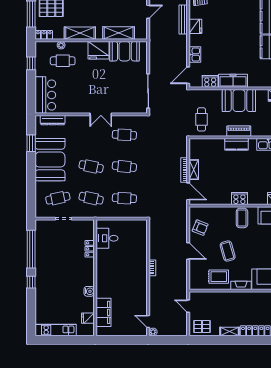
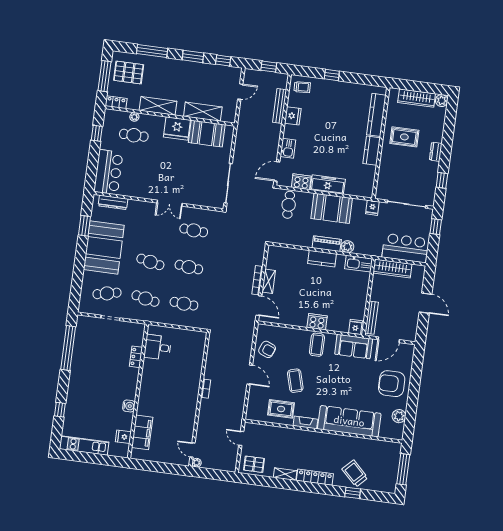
cafe table: (202, 119) -> (289, 205), moved
plant: (257, 131) -> (347, 247), added
window: (31, 282) -> (60, 410), moved

